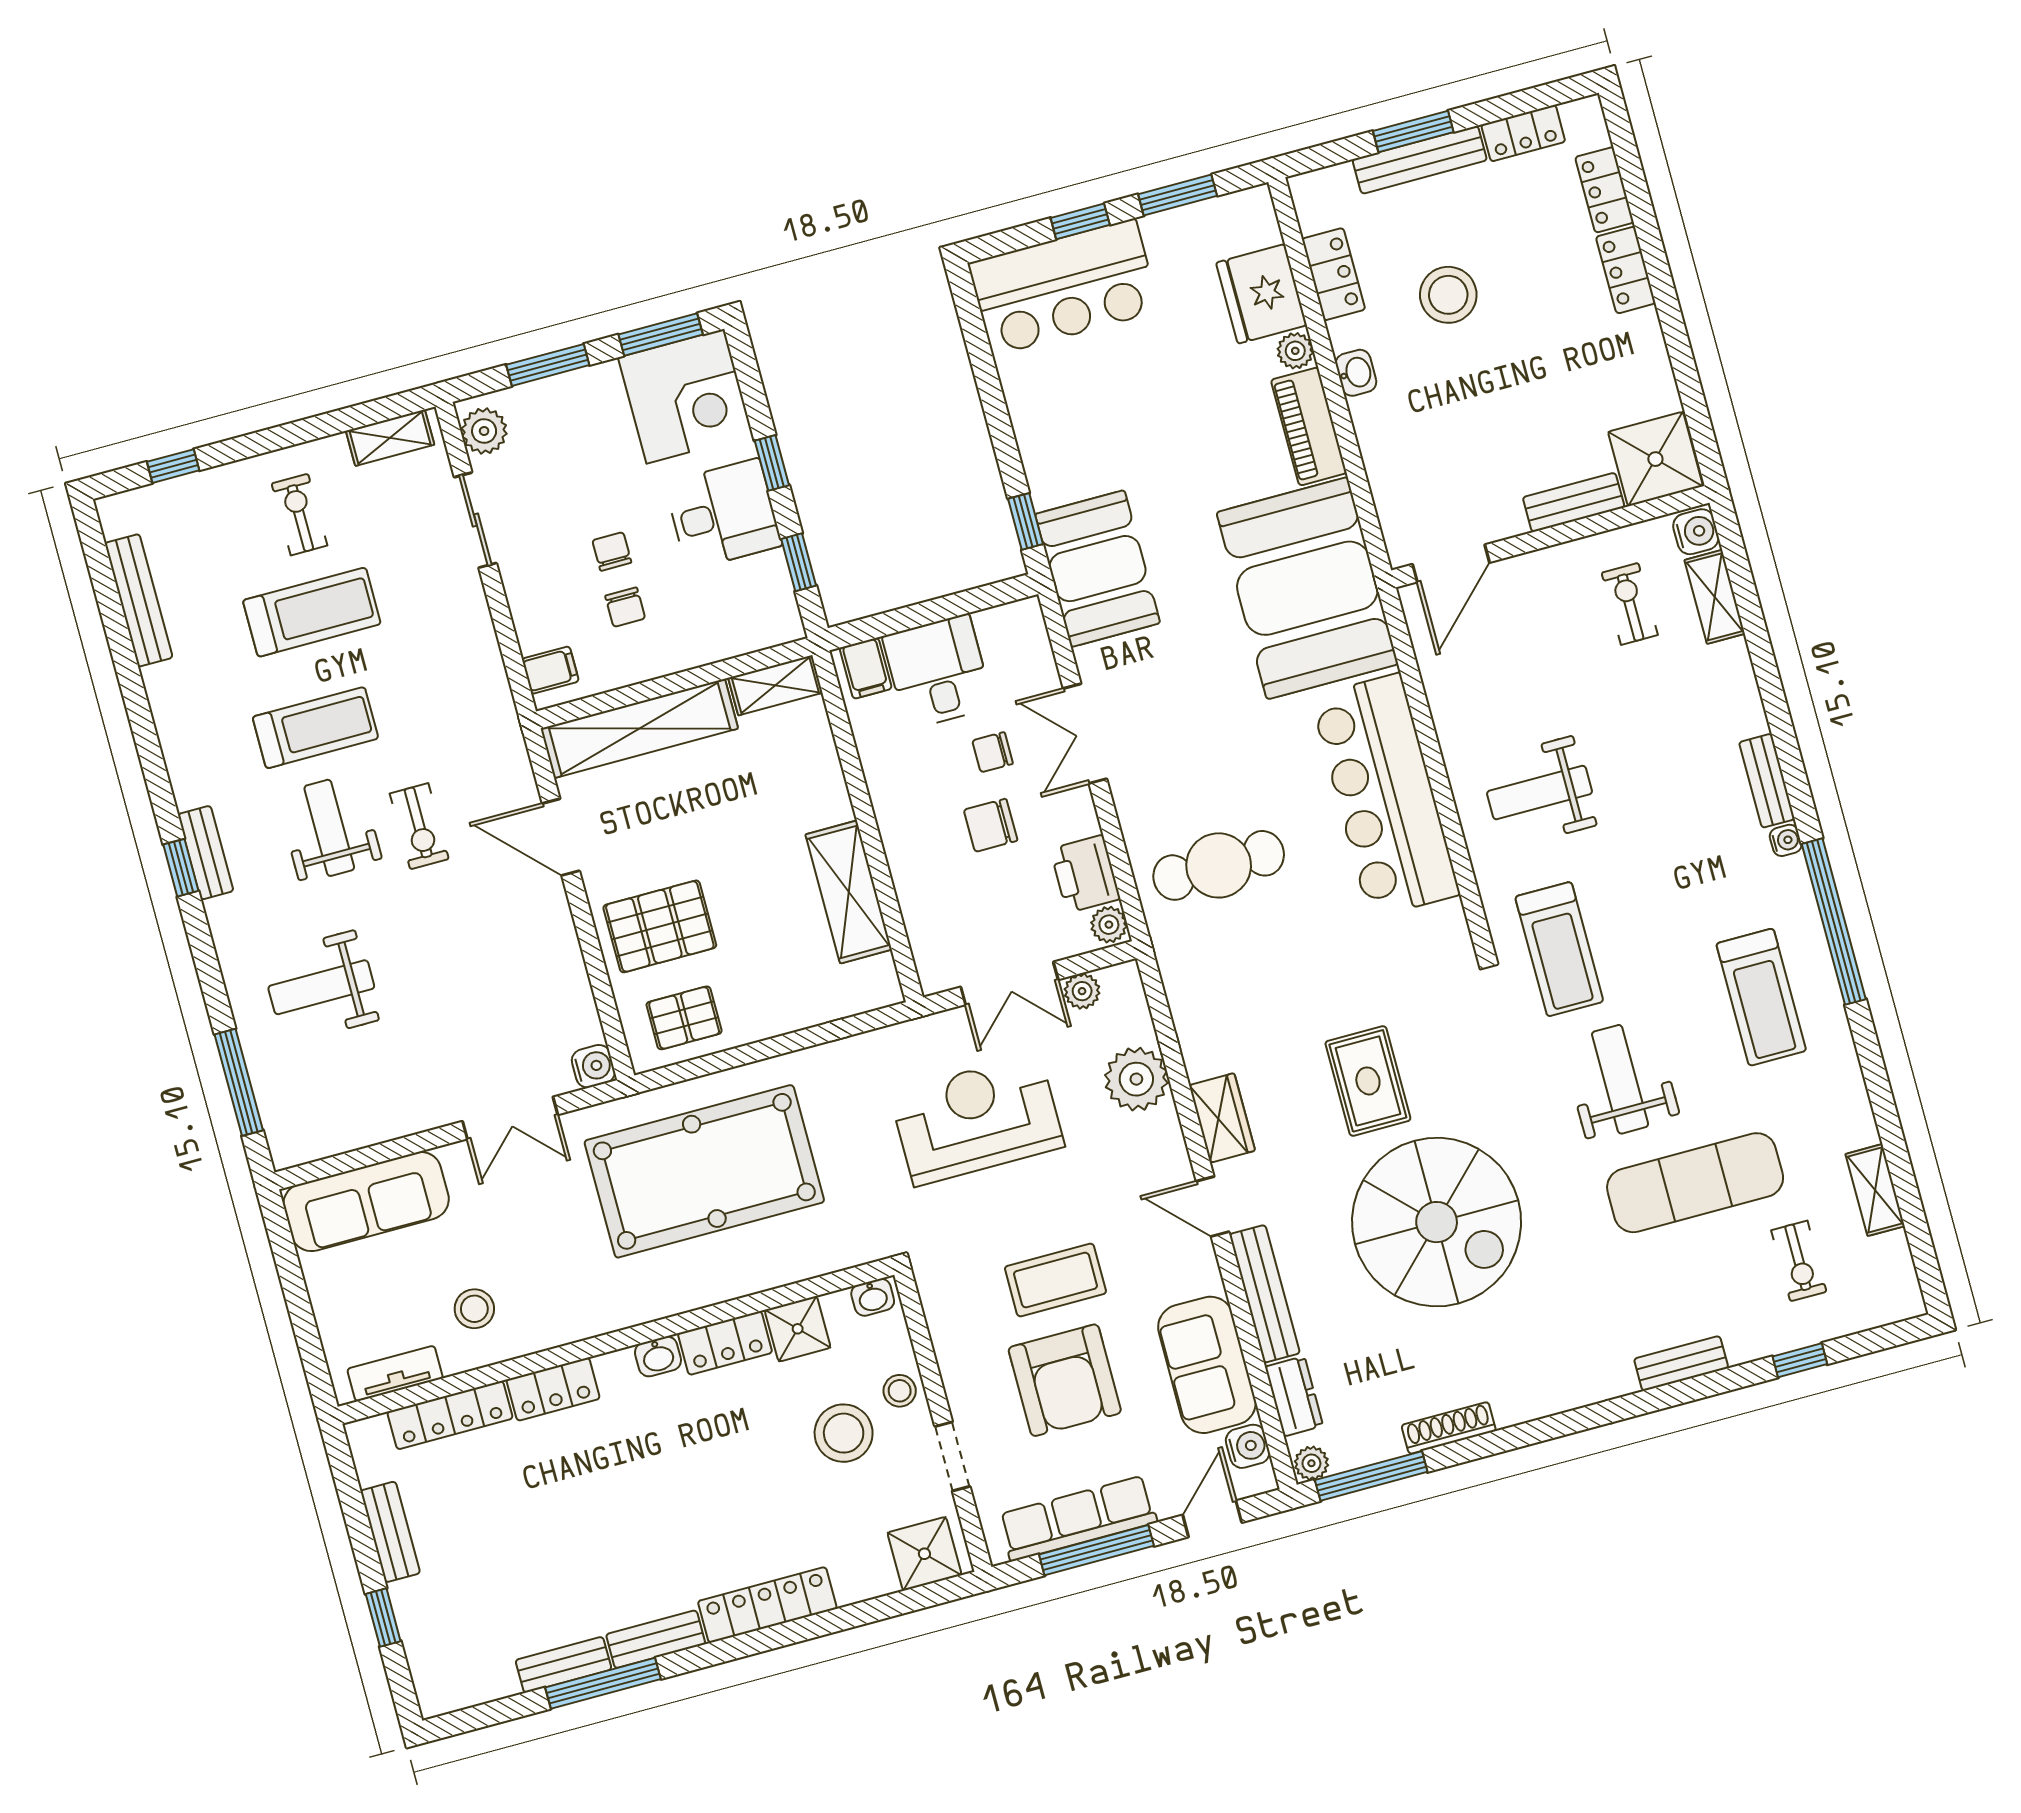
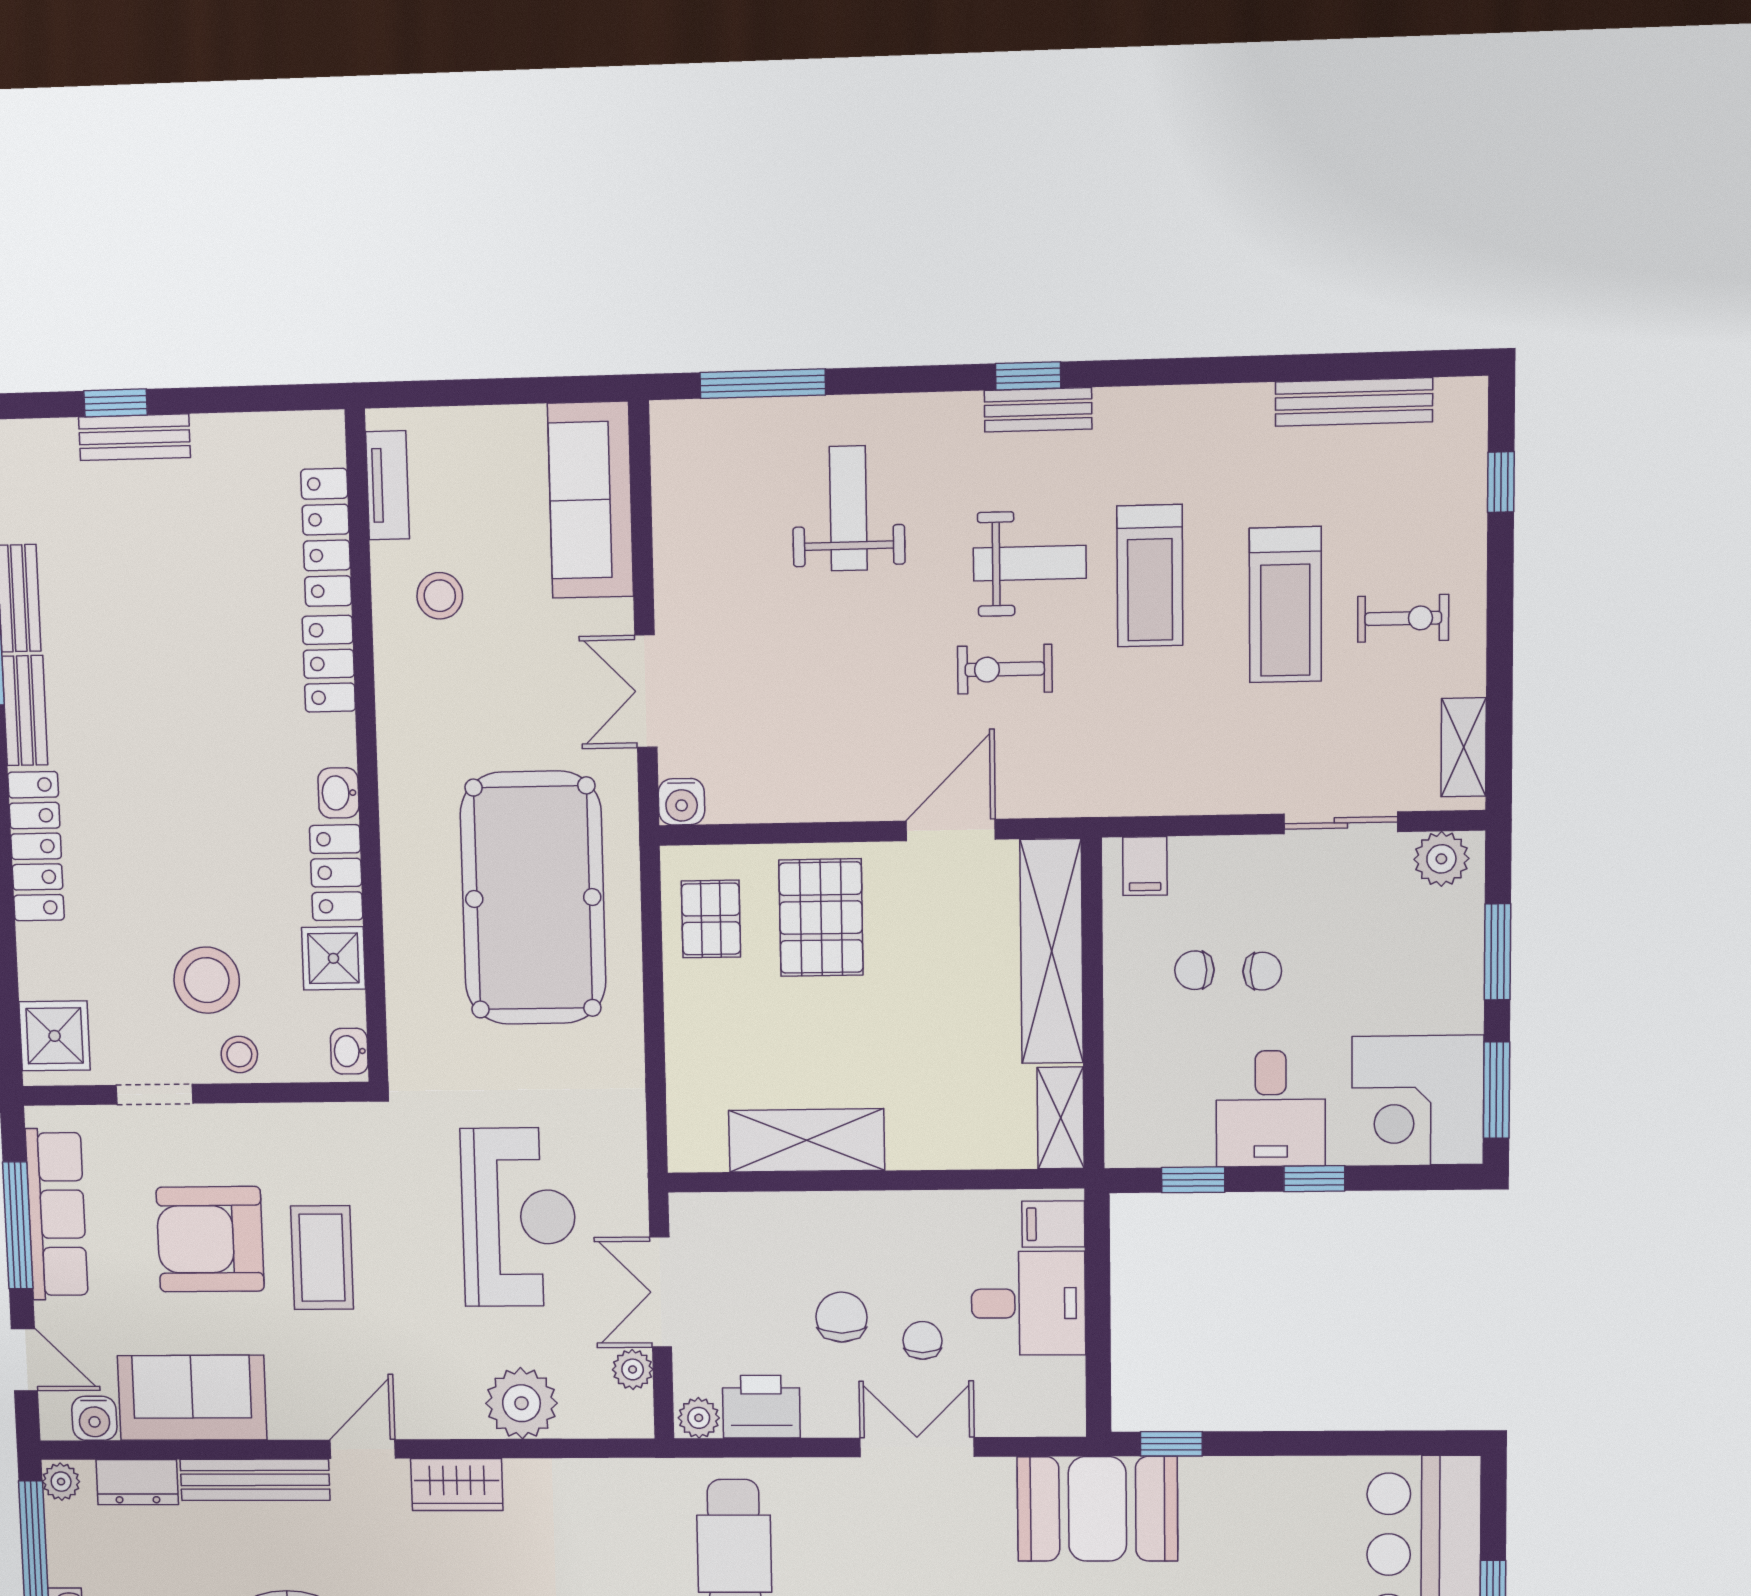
bench: (390, 1532) -> (134, 437), moved

